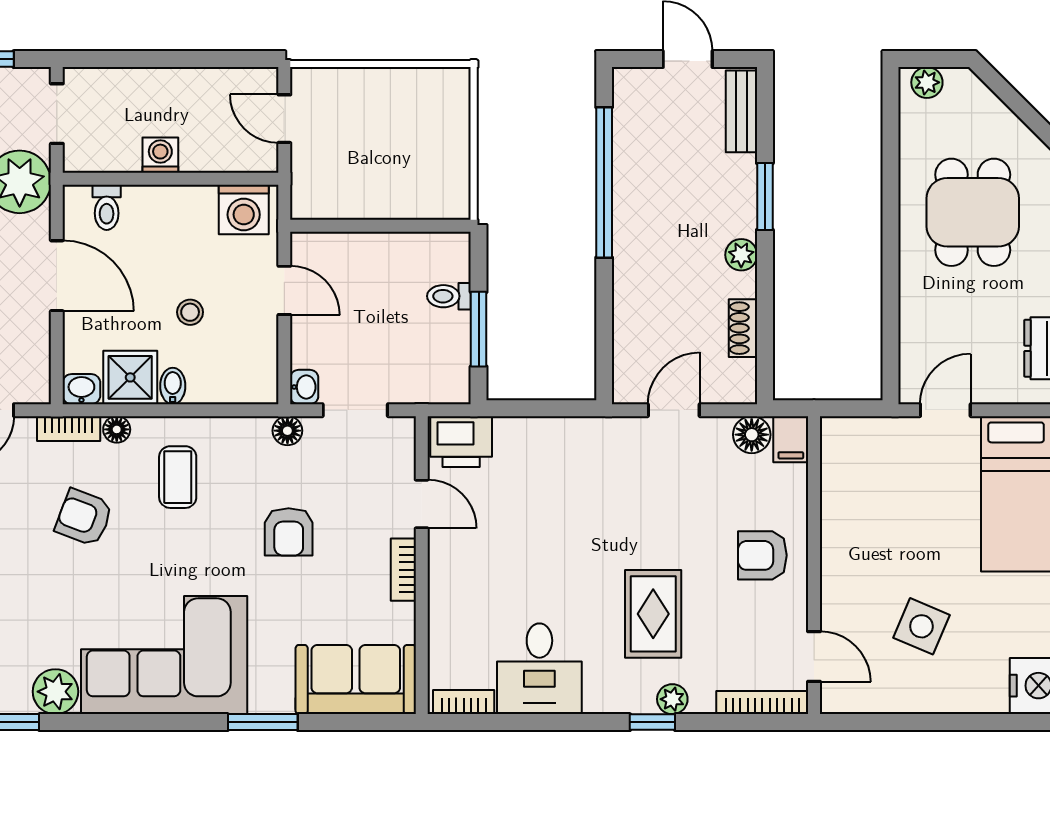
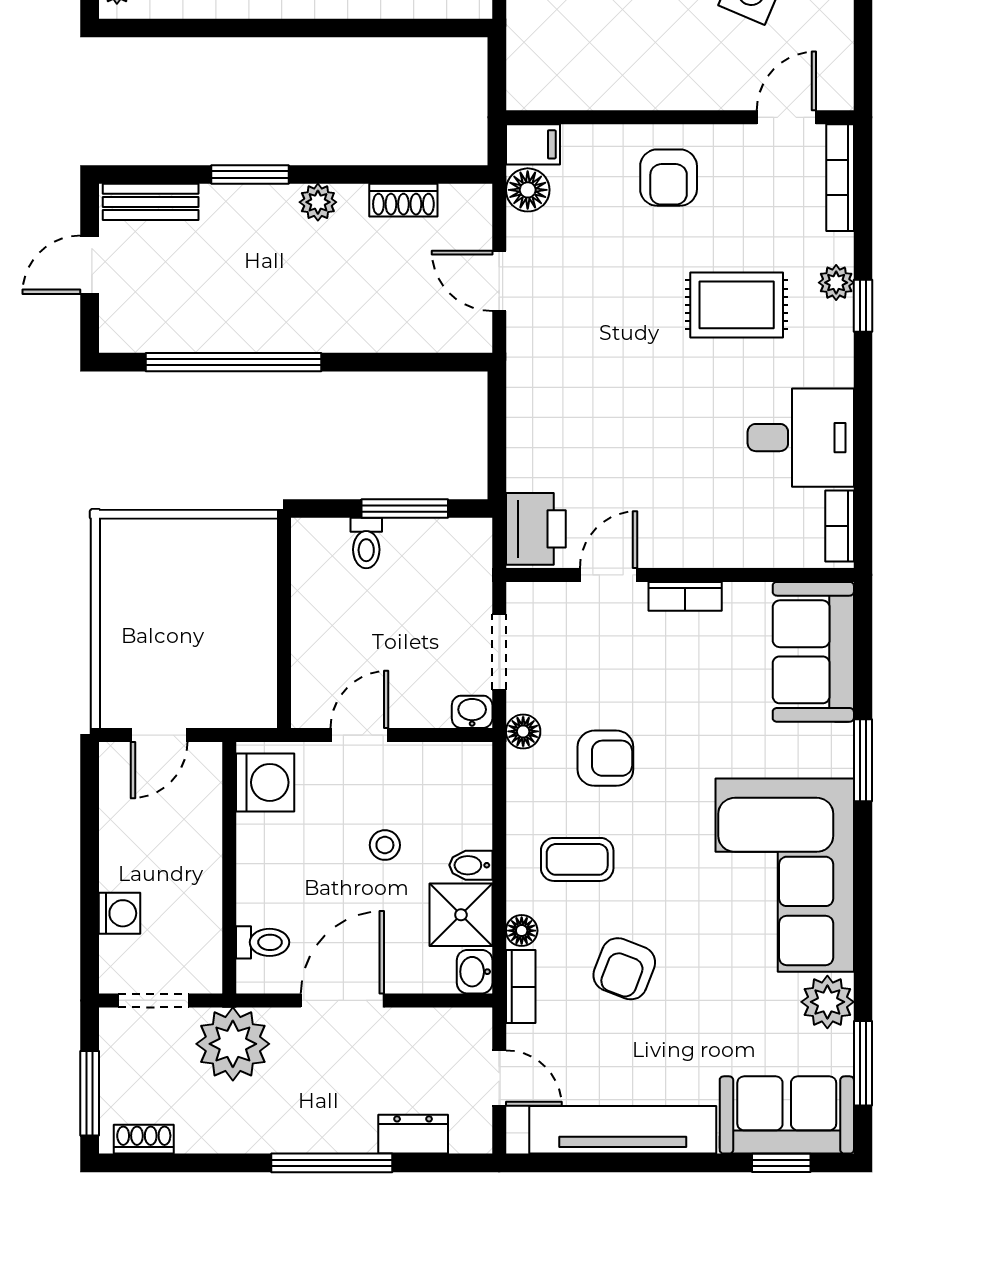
washing machine: (160, 155) -> (119, 913), moved, turned 180
armchair: (289, 532) -> (605, 758), moved

